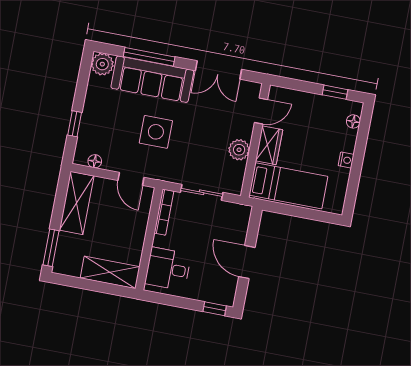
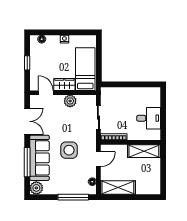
window: (335, 92) -> (27, 63), moved
window: (75, 124) -> (73, 197), width x2.17
window: (51, 248) -> (146, 197), removed
door: (247, 262) -> (133, 84), removed
desk: (168, 269) -> (149, 118), moved, turned -90
shelving: (110, 272) -> (144, 151), moved, turned 90
window: (215, 309) -> (163, 98), removed

